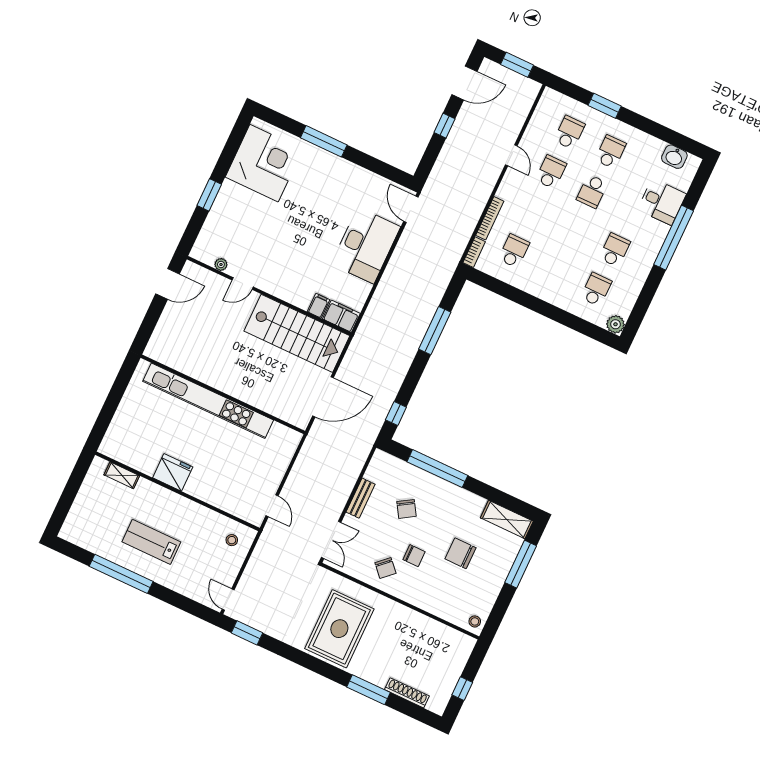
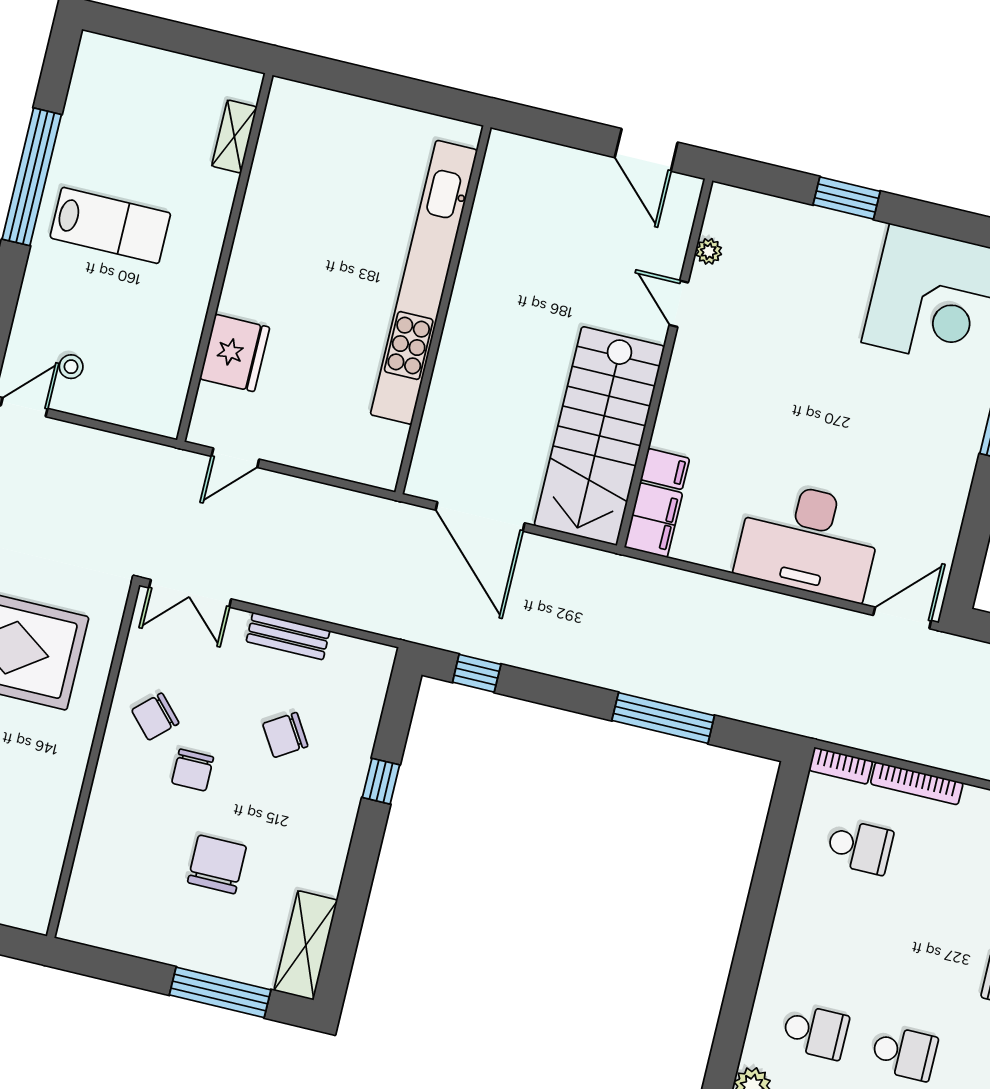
window: (437, 469) -> (381, 781), width x0.32
fridge: (173, 472) -> (235, 353), moved
stool: (232, 540) -> (71, 367), moved
lab bench: (151, 542) -> (110, 225), turned 90
stool: (475, 621) -> (83, 922), removed

